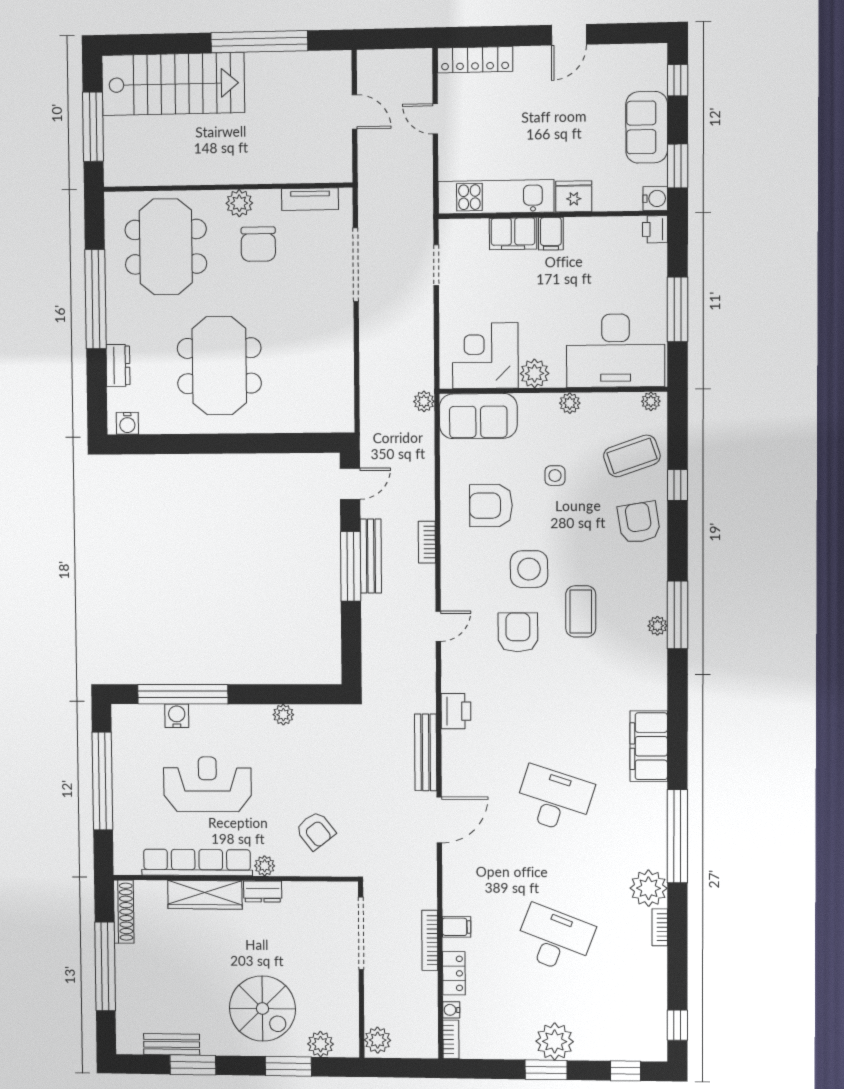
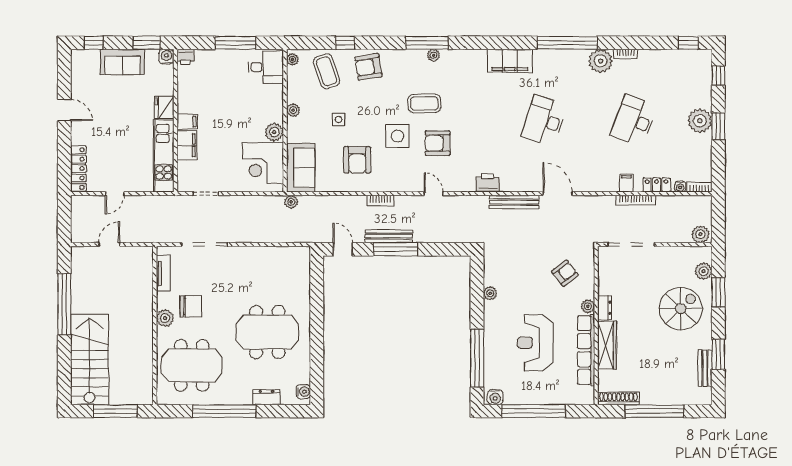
desk: (616, 351) -> (266, 67), width x0.53, depth x0.77
water cooler: (177, 716) -> (495, 397), moved, turned -90

